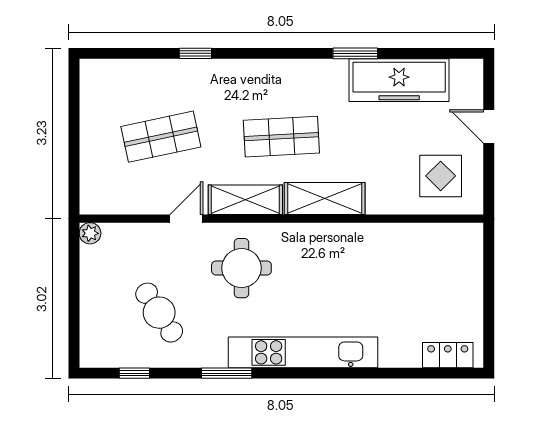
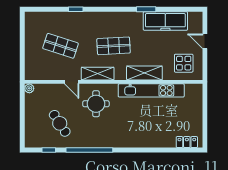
shop shelf: (161, 137) -> (60, 46), turned 30
shelving: (325, 198) -> (144, 73), moved
door: (186, 219) -> (72, 82), swing flipped
kitchen unit: (303, 352) -> (151, 90), moved, turned 180
window: (227, 373) -> (89, 150), width x2.11

